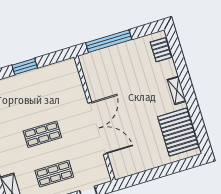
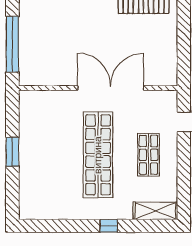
shop shelf: (42, 134) -> (98, 155), width x2.00, depth x1.36

